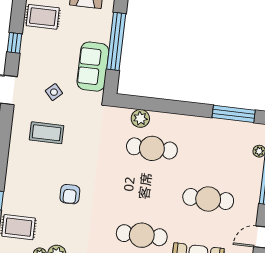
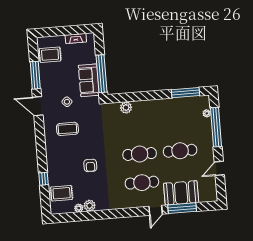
window: (116, 41) -> (102, 74), moved
window: (14, 43) -> (35, 75), width x2.17
cafe table: (152, 148) -> (140, 154), moved

